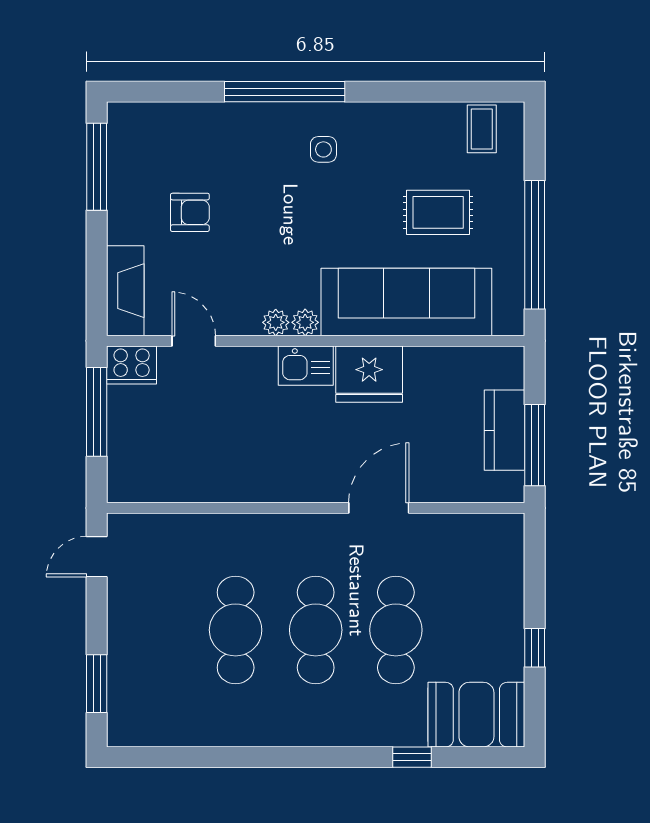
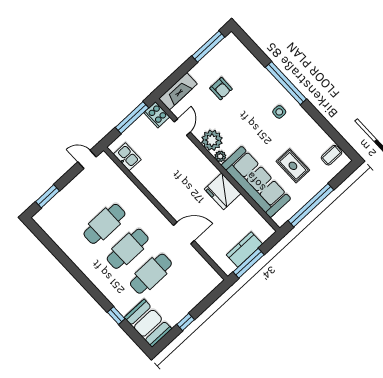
plant: (276, 322) -> (212, 140), width x1.88, depth x1.88
kitchen sink: (306, 366) -> (127, 157), moved, turned 180

